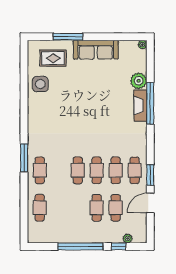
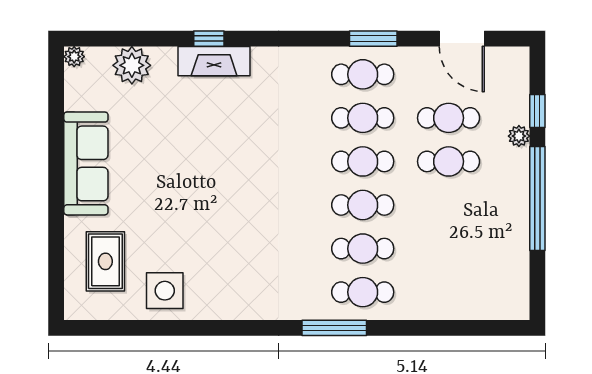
window: (68, 37) -> (56, 227), removed
plant: (139, 81) -> (132, 65), moved
window: (150, 103) -> (209, 39), width x0.32
door: (150, 203) -> (462, 39), moved
cafe table: (40, 208) -> (363, 249), moved
plant: (128, 238) -> (519, 136), moved

